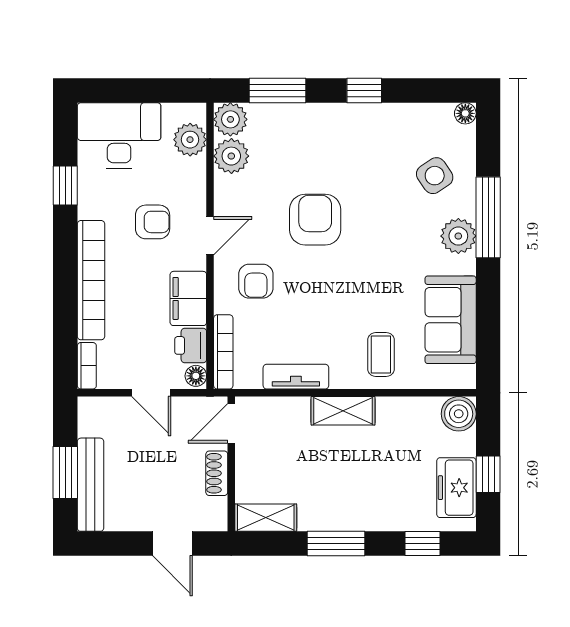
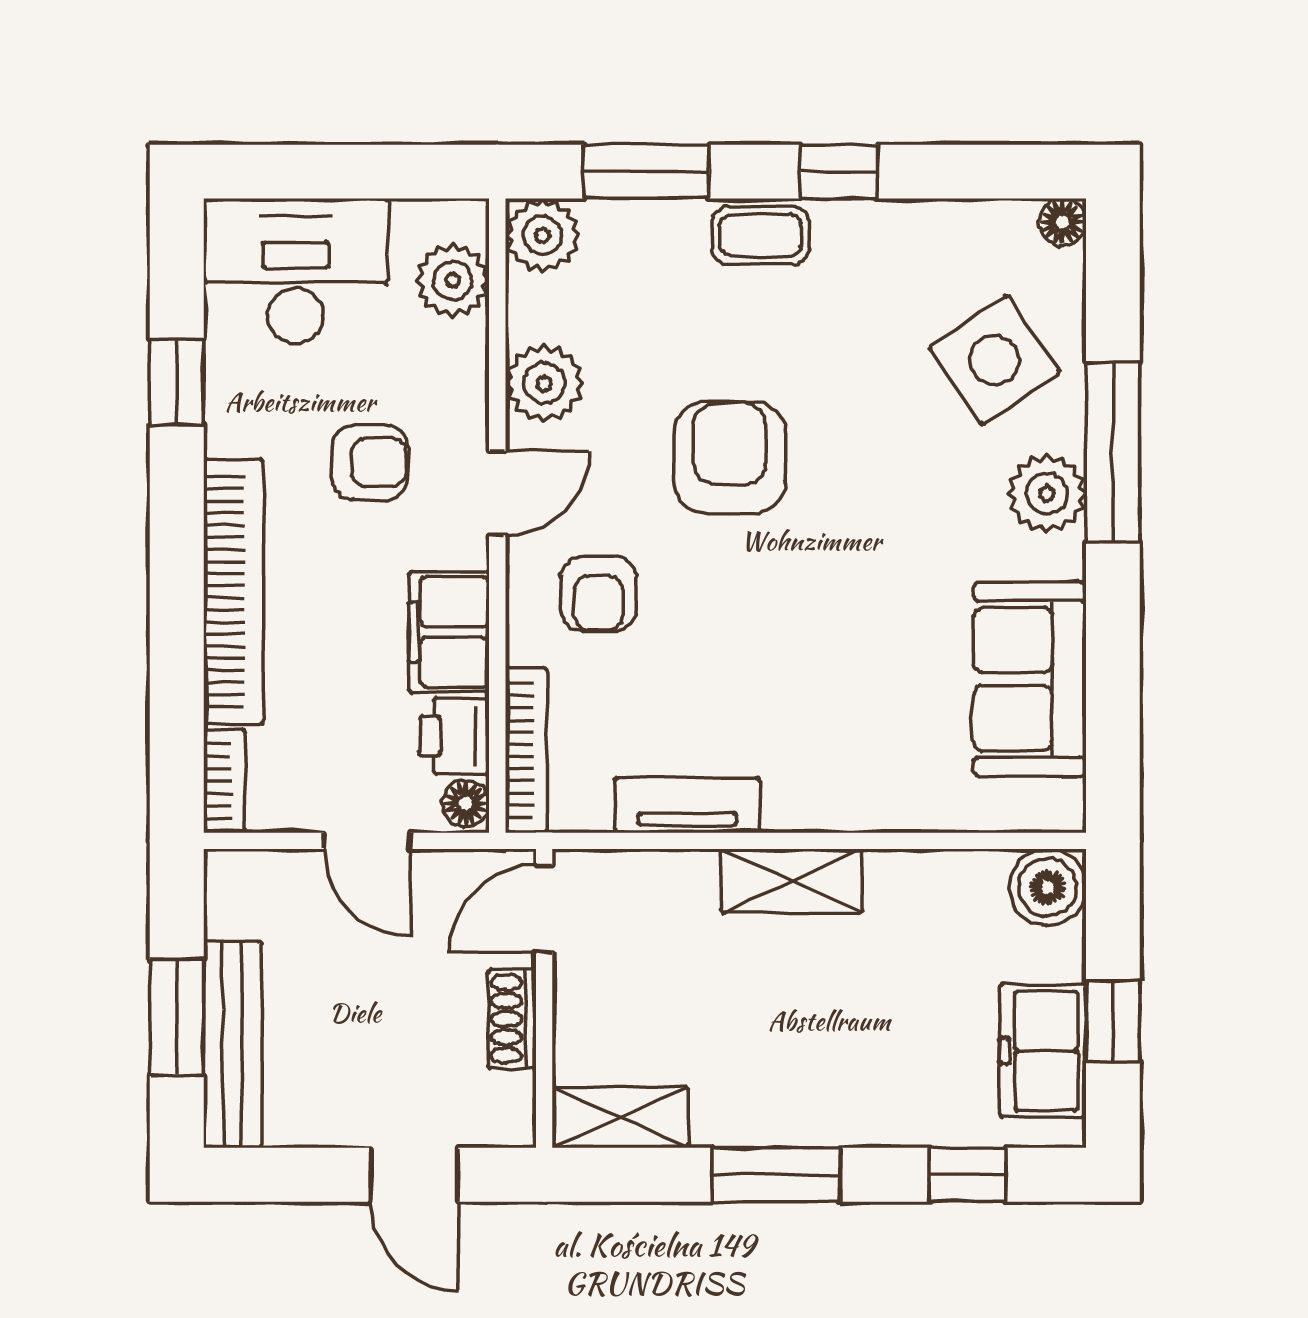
plant: (231, 156) -> (544, 383), moved
side table: (435, 176) -> (994, 360), width x1.37, depth x1.37
coffee table: (381, 354) -> (760, 236), moved, turned 90

